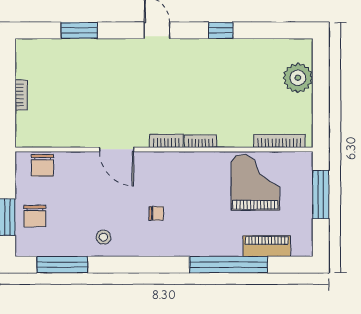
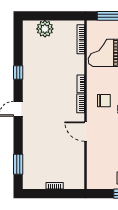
window: (79, 30) -> (18, 164), moved
door: (117, 149) -> (86, 132), swing flipped
chair: (42, 165) -> (104, 101), moved

